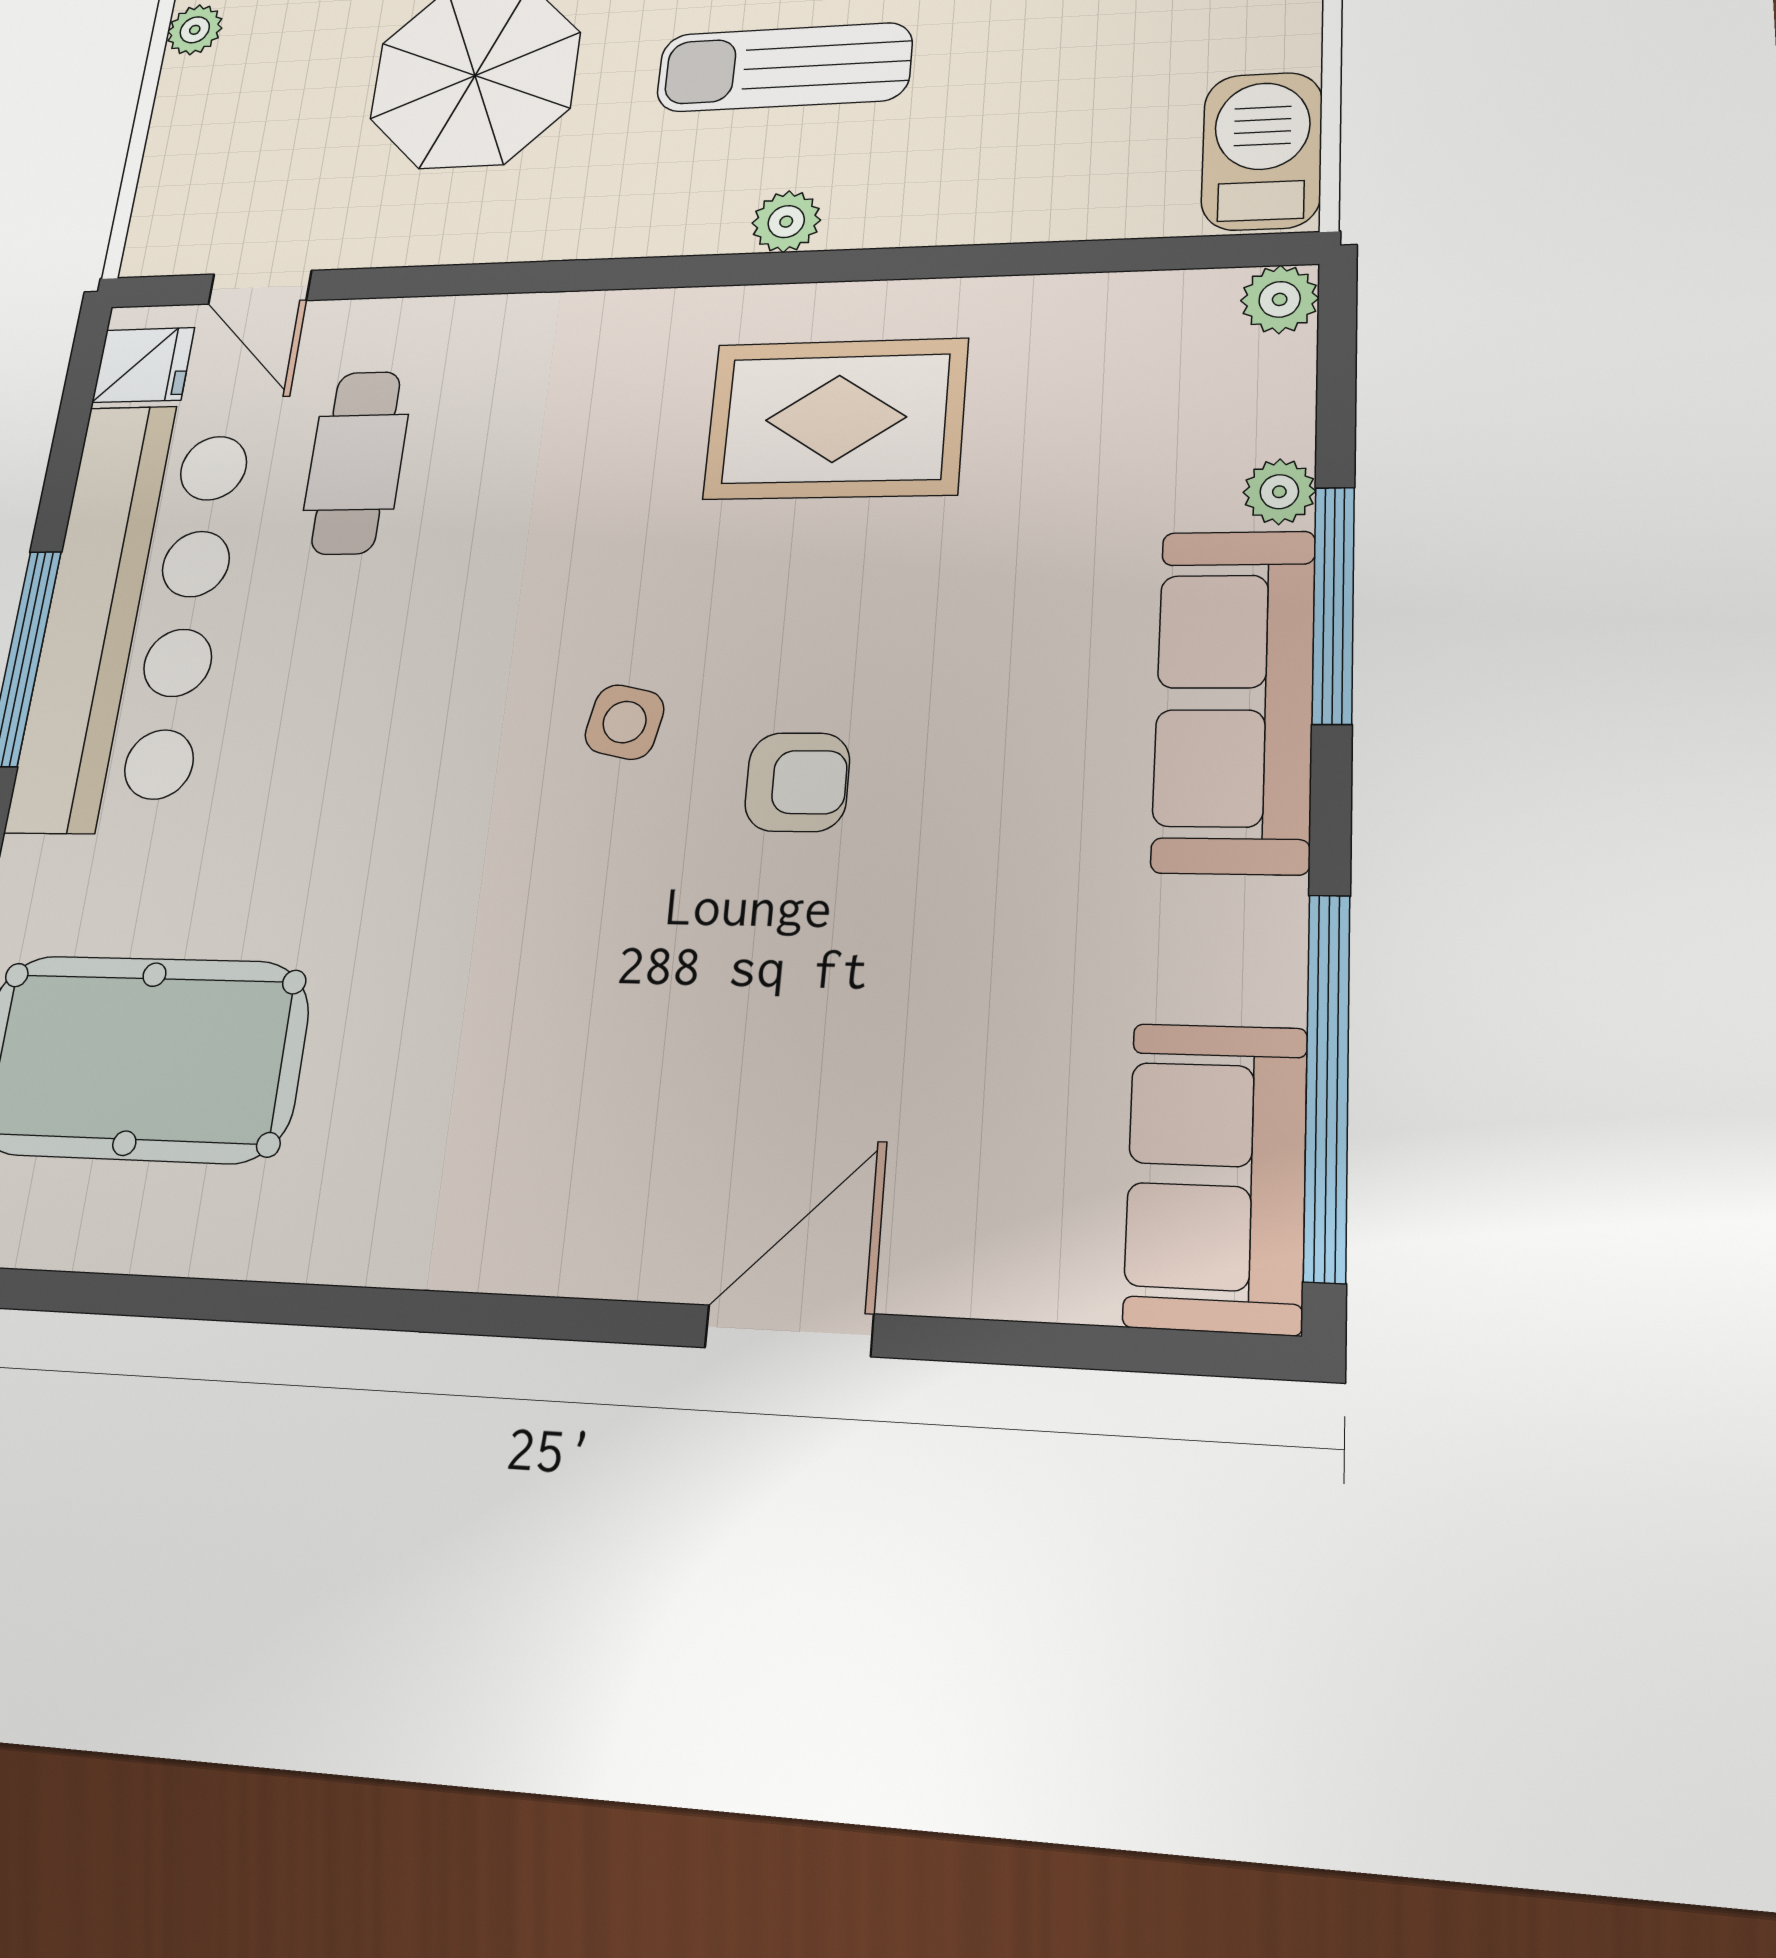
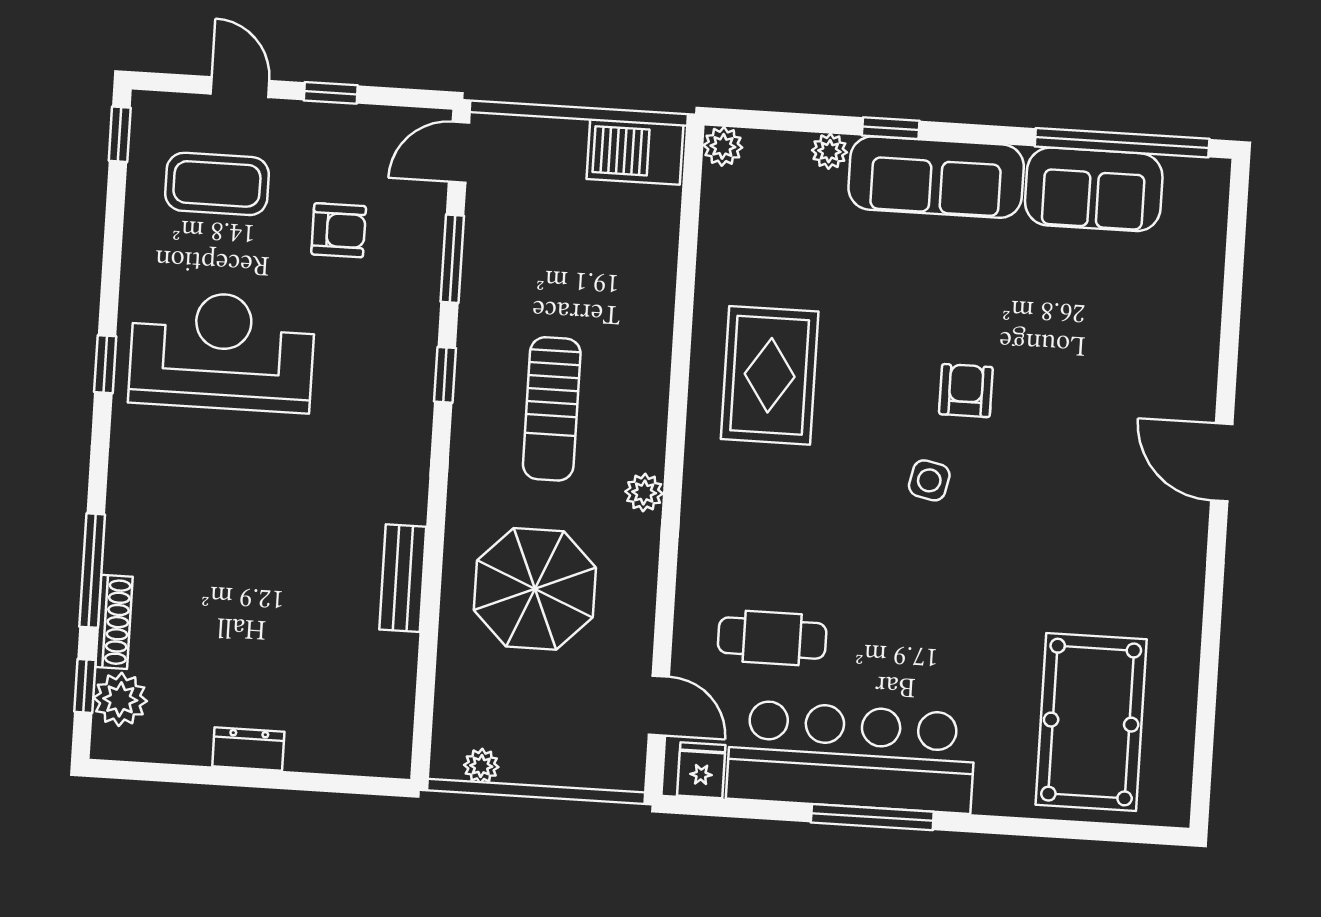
plant: (786, 222) -> (644, 492), moved
door: (260, 287) -> (659, 706), hinge flipped
window: (1333, 604) -> (891, 128), width x0.46
sofa: (1216, 1176) -> (1094, 189), moved
door: (789, 1331) -> (1222, 462), moved

